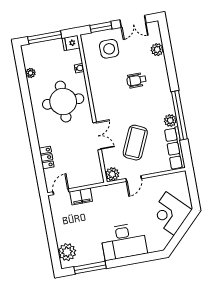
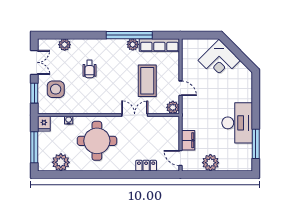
plant: (30, 73) -> (61, 162), width x1.87, depth x1.87
coffee table: (135, 143) -> (147, 81), turned 66
desk: (124, 241) -> (237, 123), moved
plant: (67, 252) -> (210, 163), moved

